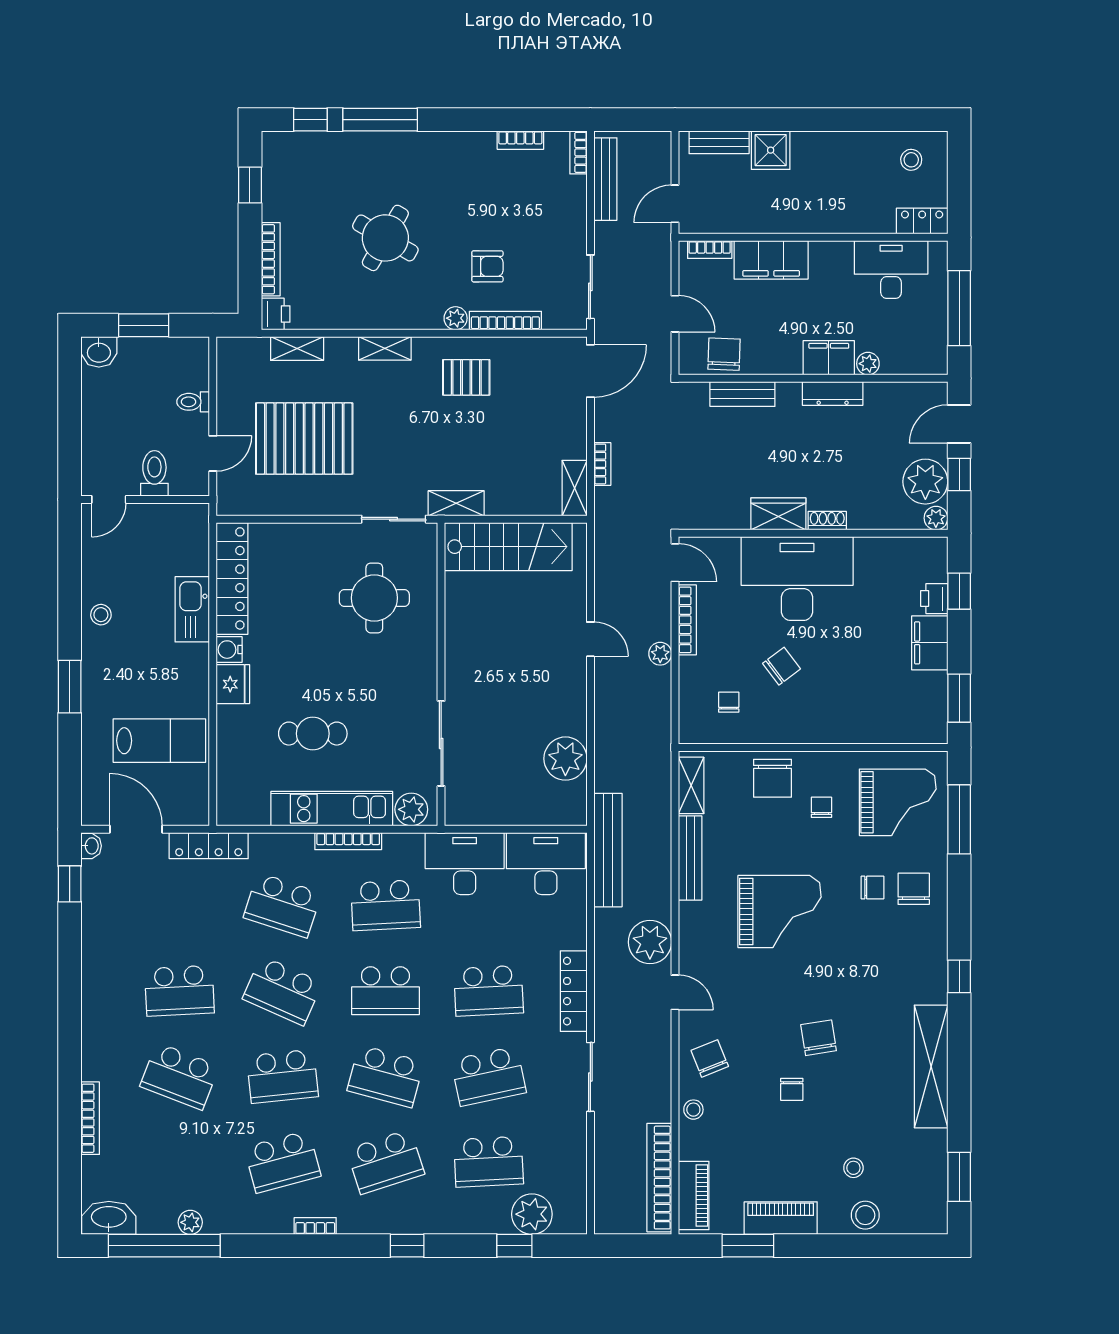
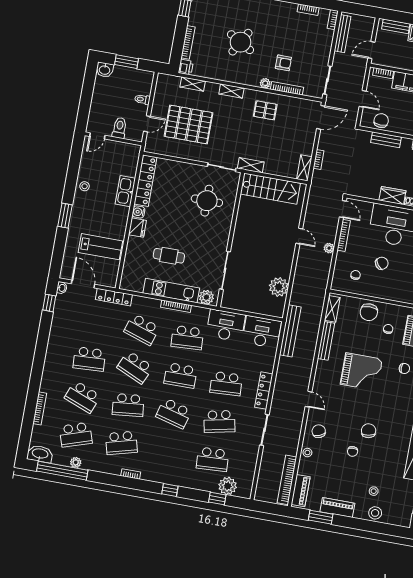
plant: (650, 942) -> (302, 375), removed
school desk: (385, 1162) -> (76, 435), moved

